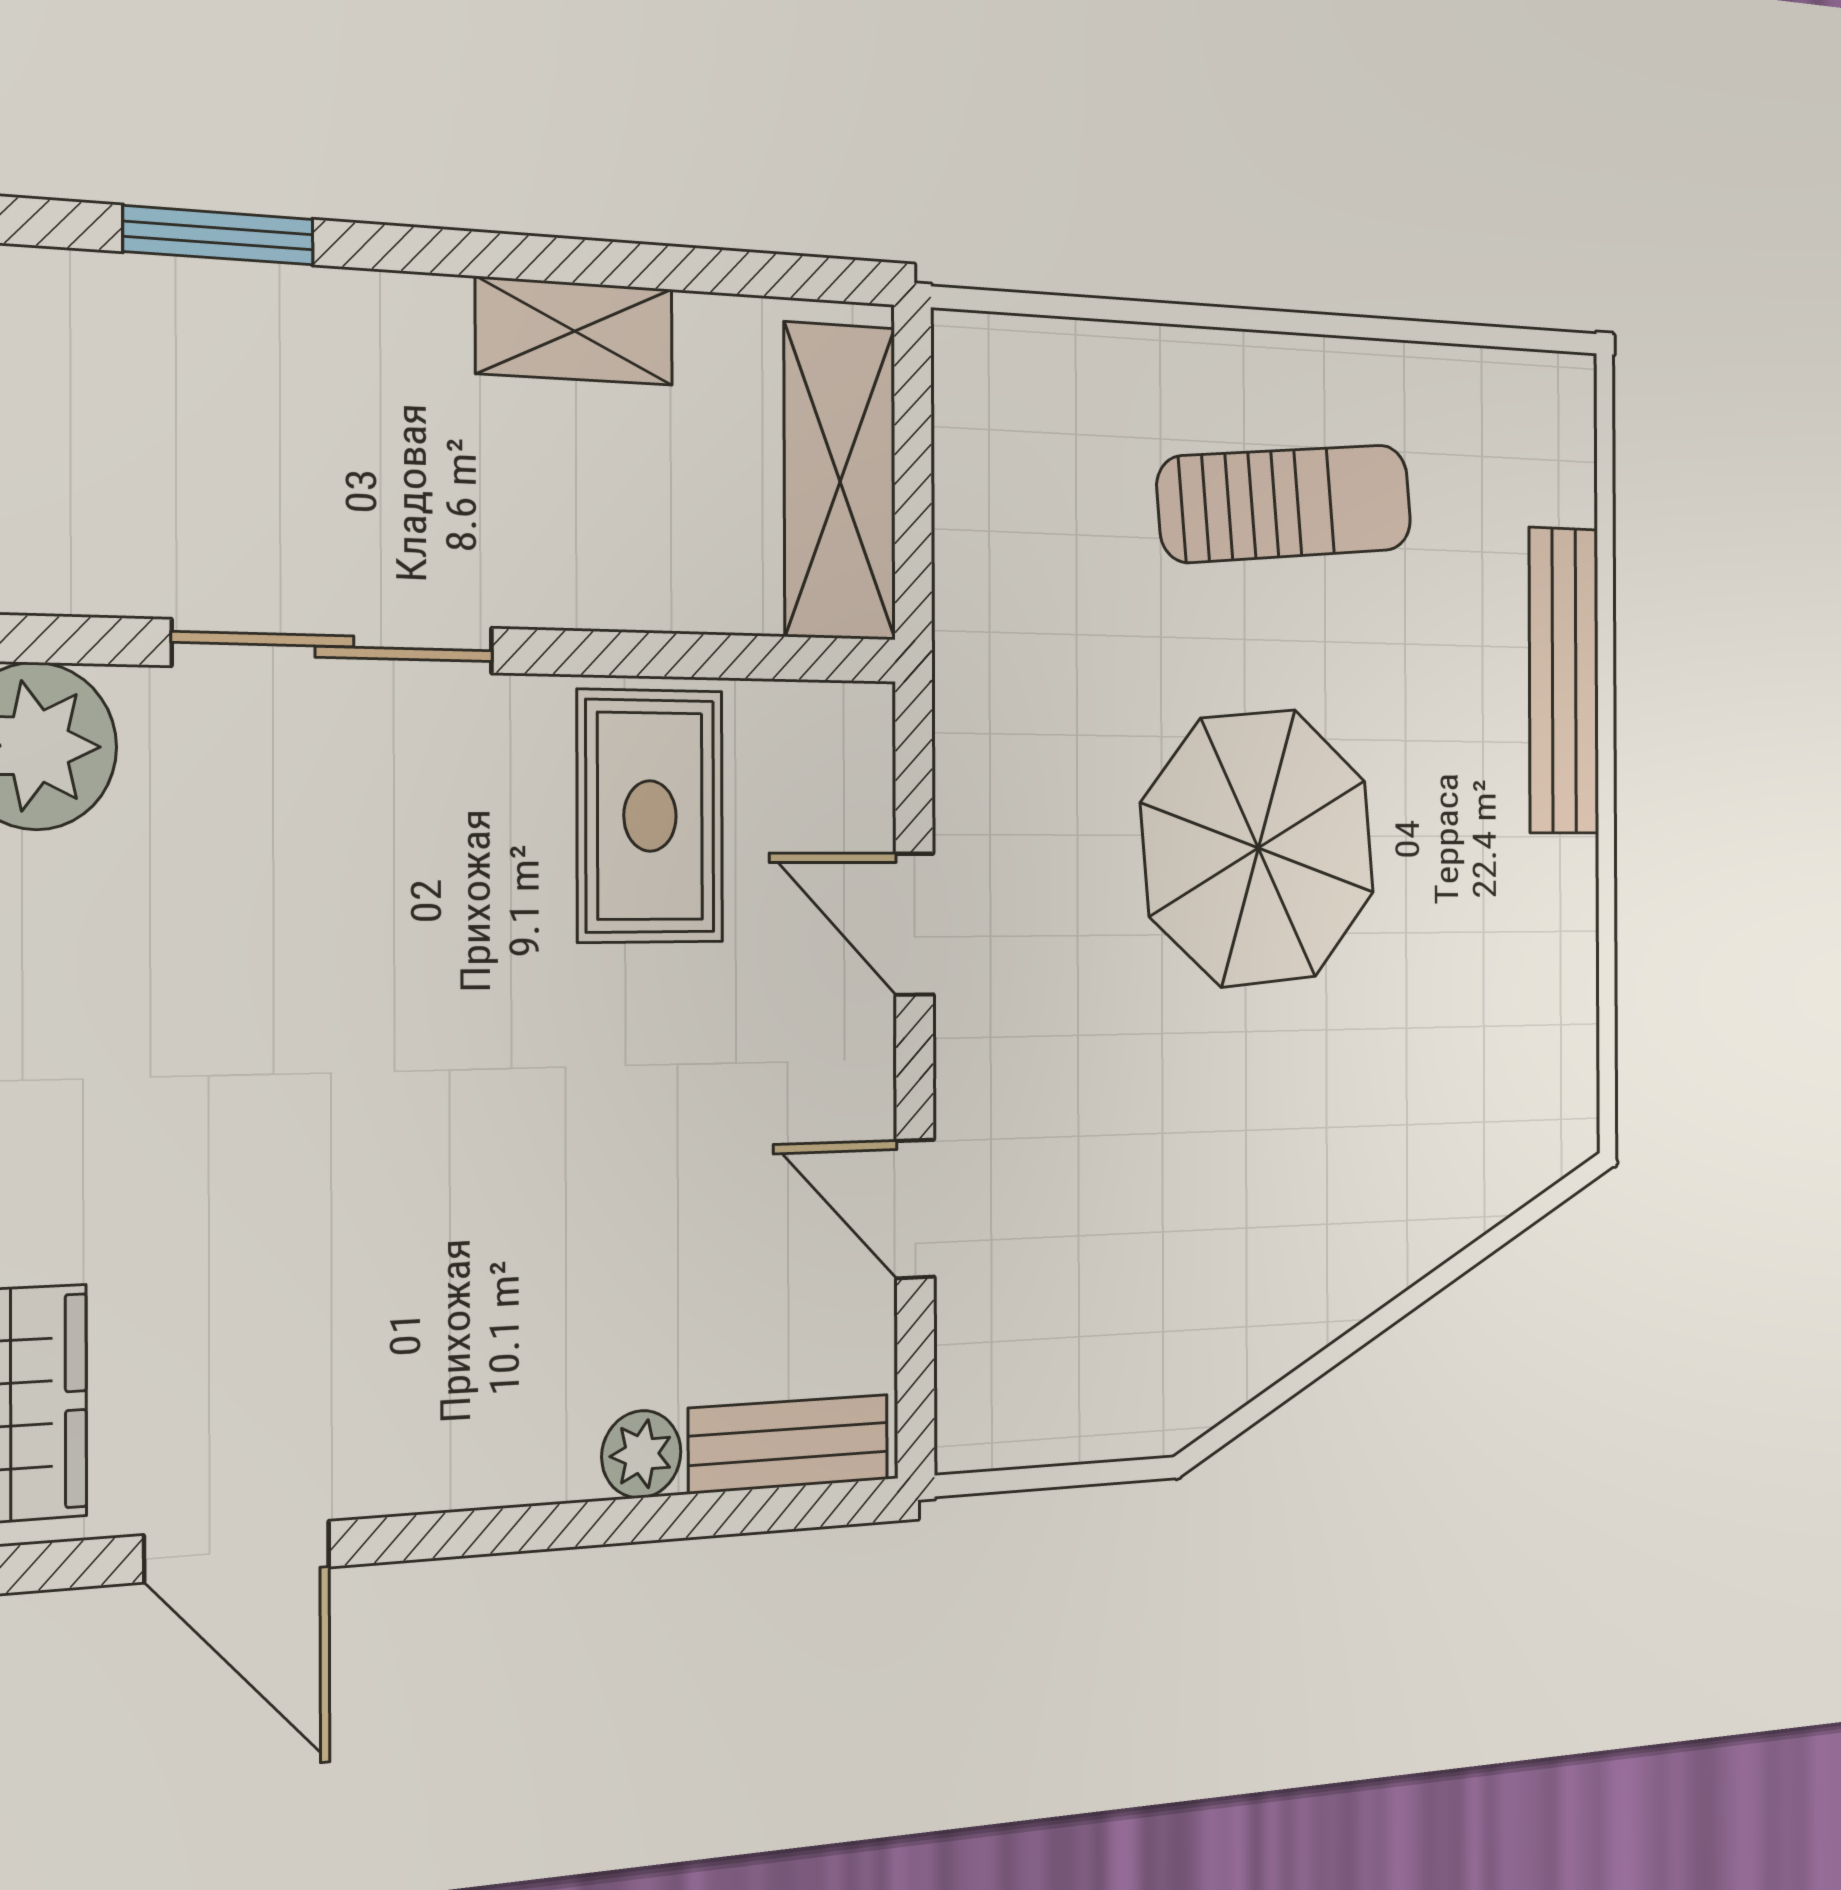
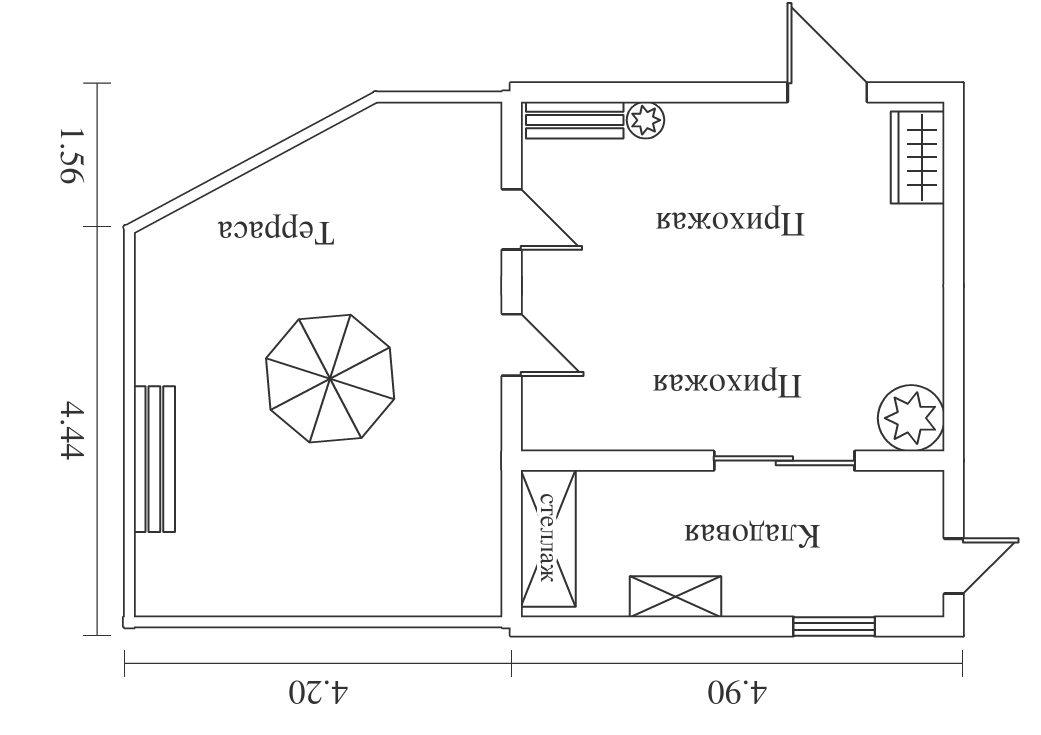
sun lounger: (1285, 503) -> (314, 538), removed
rug: (650, 816) -> (641, 392), removed

